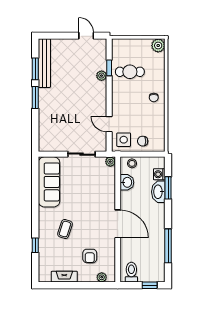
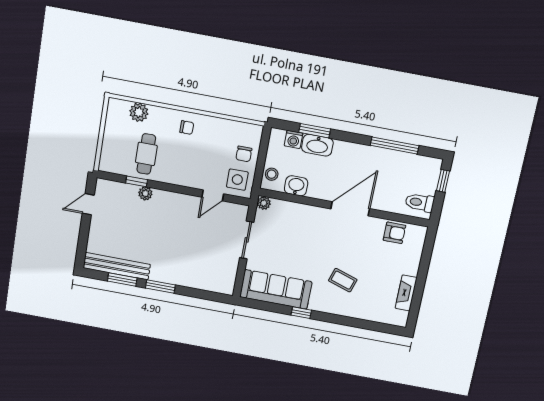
plant: (158, 46) -> (139, 112), moved
window: (35, 245) -> (301, 313), moved
armchair: (90, 256) -> (394, 233), moved
plant: (102, 277) -> (418, 244), removed

